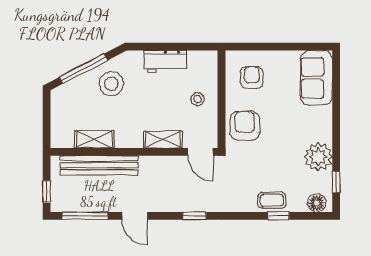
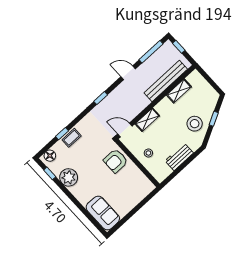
window: (84, 69) -> (214, 119), width x0.46
armchair: (252, 78) -> (133, 186), removed
armchair: (245, 126) -> (116, 161), turned 90

